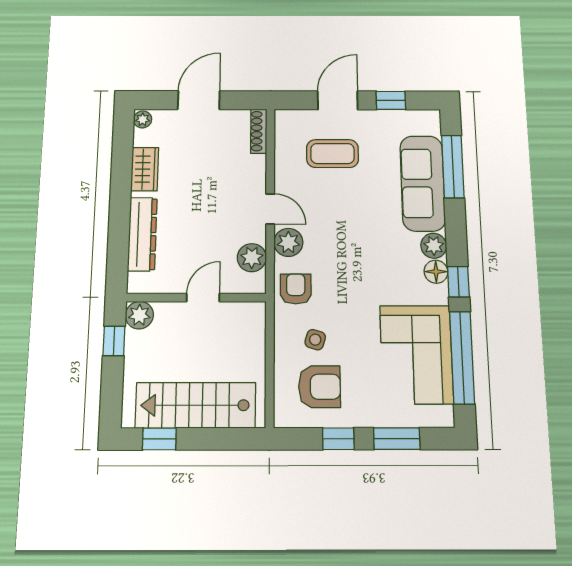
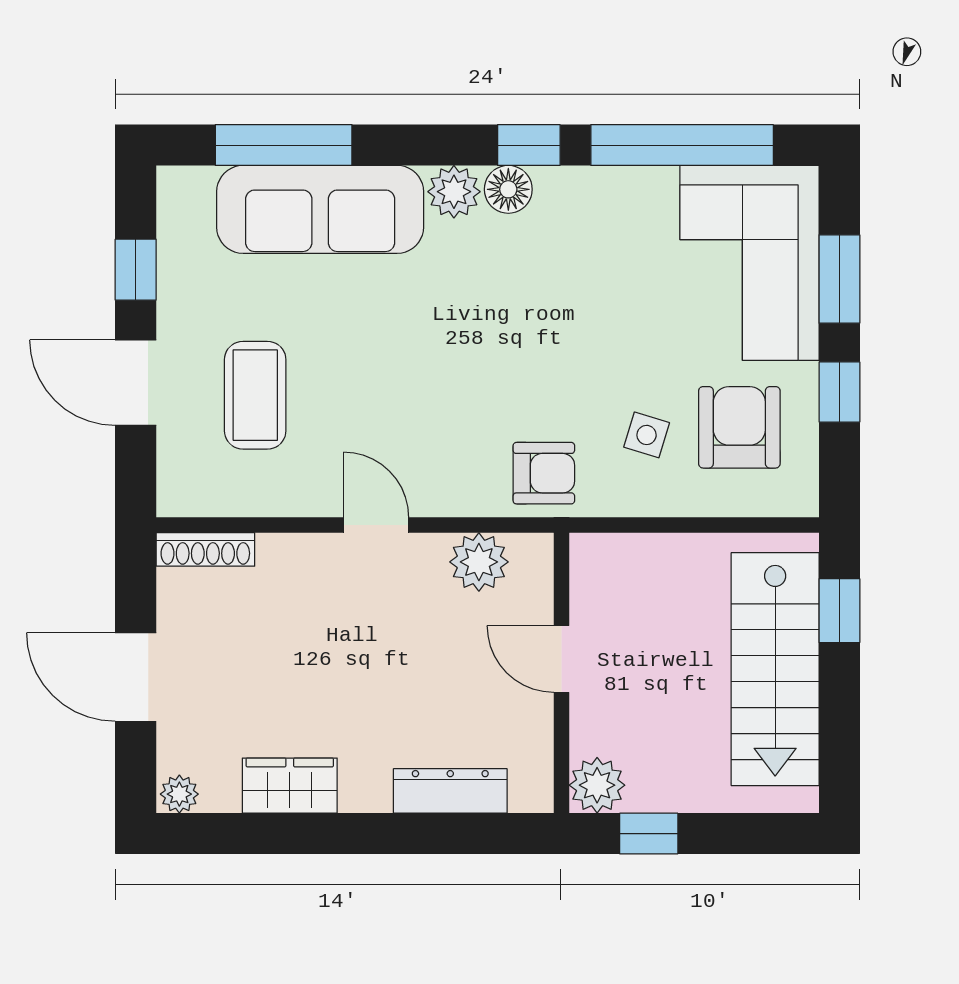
door: (270, 209) -> (376, 525), hinge flipped
dresser: (142, 234) -> (450, 791), width x0.73, depth x0.80
plant: (288, 242) -> (447, 488), removed
armchair: (296, 289) -> (544, 473), turned 180
corner sofa: (416, 354) -> (749, 263), moved, turned 90
window: (159, 439) -> (839, 611), moved

